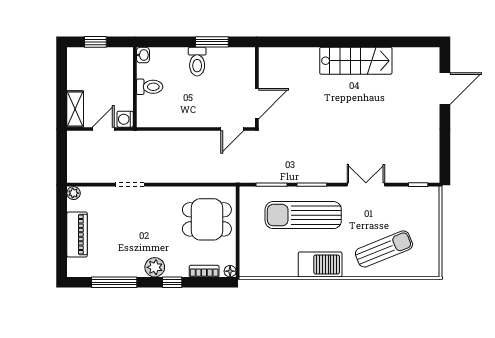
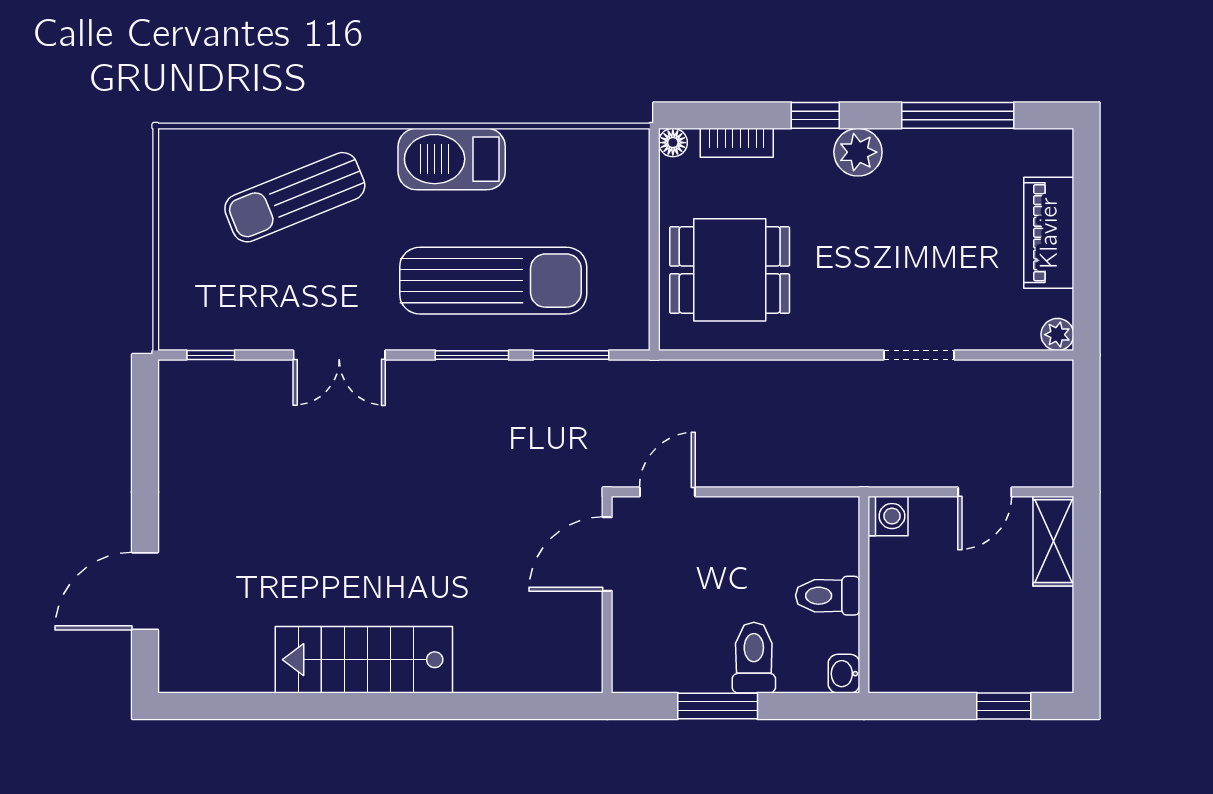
washbasin: (143, 55) -> (844, 674), moved
wall: (135, 87) -> (864, 595), moved
toilet: (150, 87) -> (828, 596), moved
washing machine: (125, 119) -> (888, 516), moved

